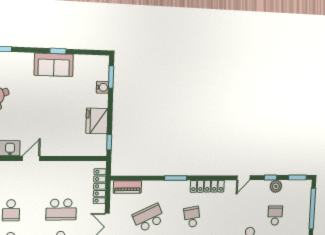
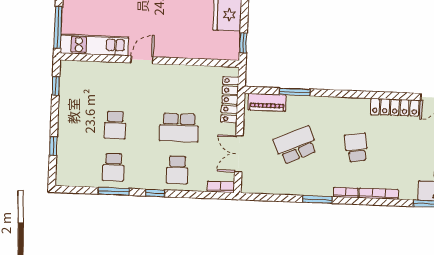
window: (176, 178) -> (295, 92), moved
locker: (207, 186) -> (395, 107), moved

